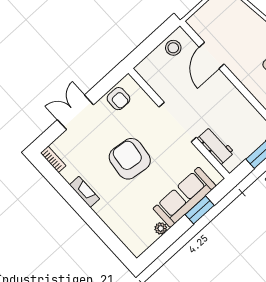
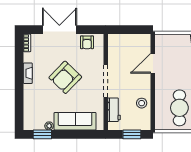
stool: (173, 48) -> (142, 103), moved
double door: (75, 112) -> (59, 30), width x1.37
armchair: (130, 159) -> (65, 77), turned -143
window: (200, 210) -> (42, 134), moved

